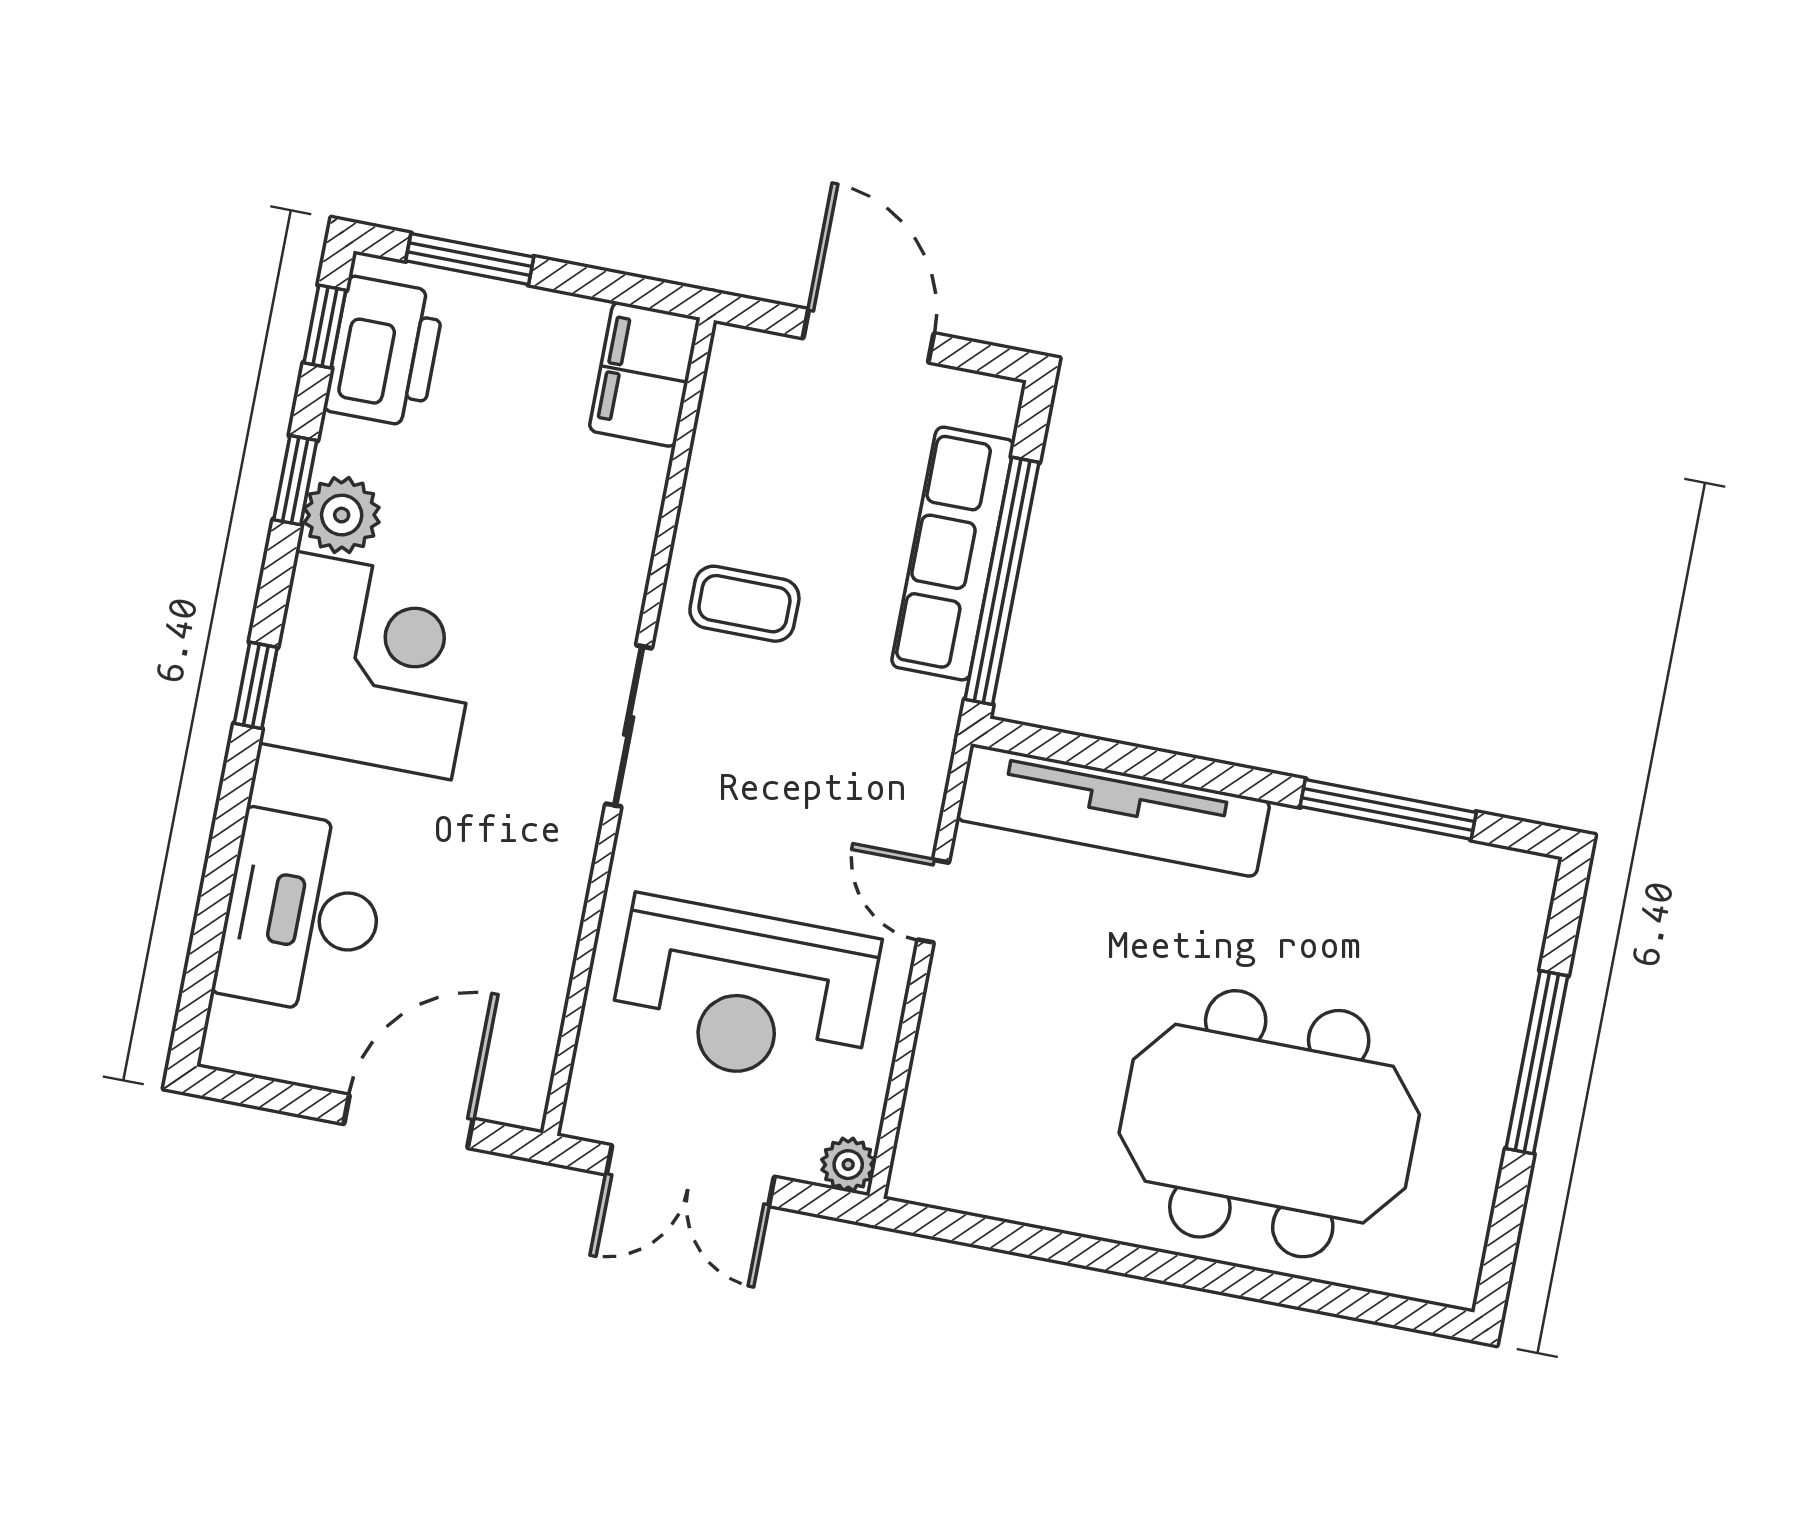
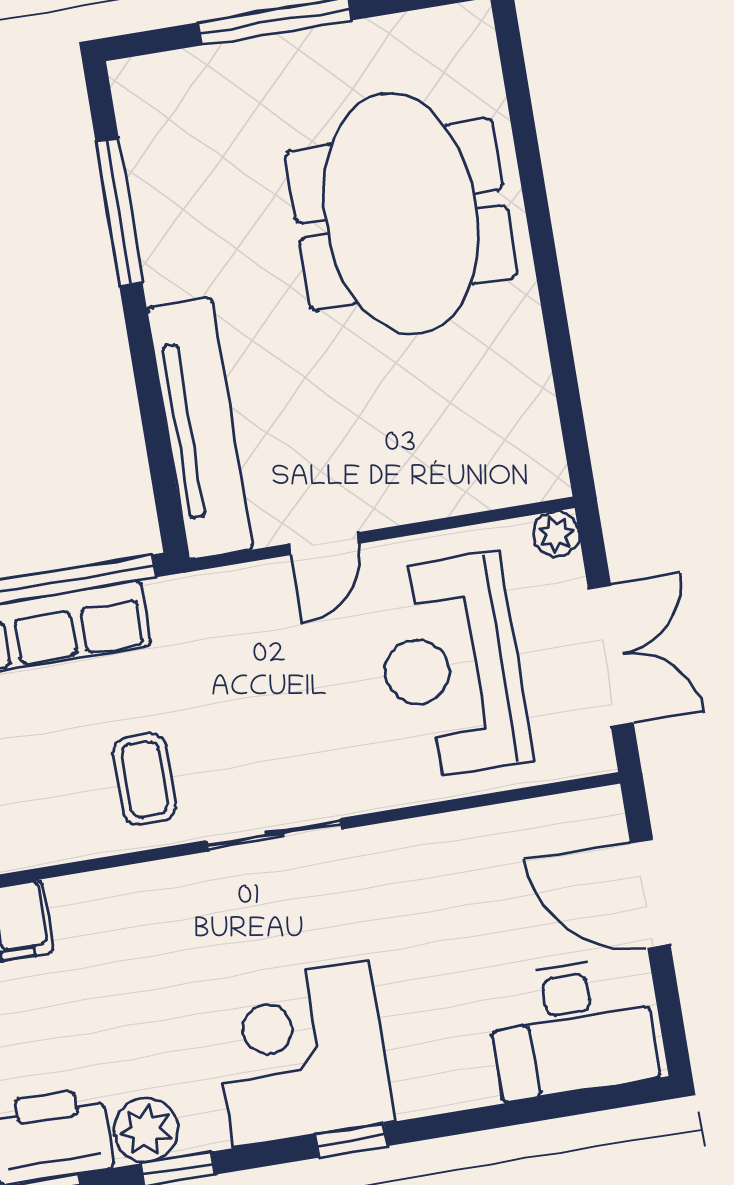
plant: (342, 515) -> (146, 1130), moved
desk: (302, 913) -> (572, 1028), moved
reception desk: (744, 993) -> (451, 666), turned 180

